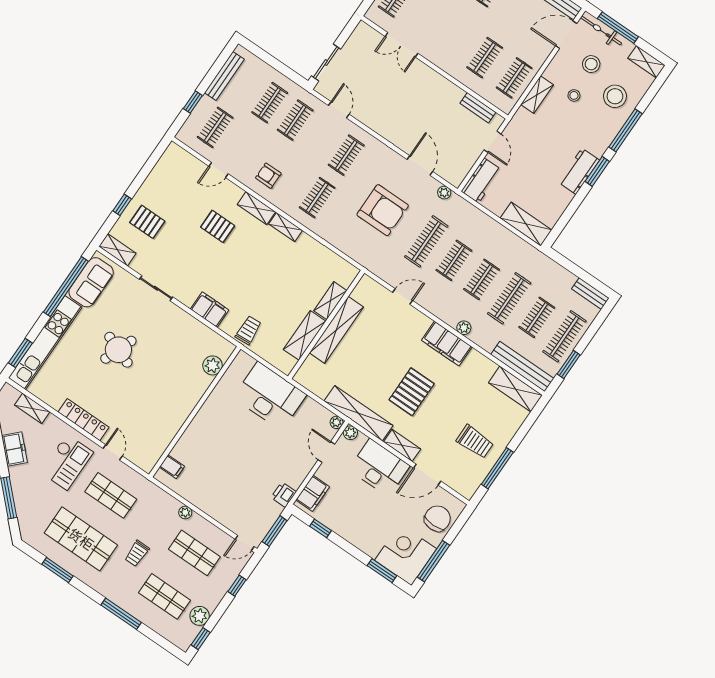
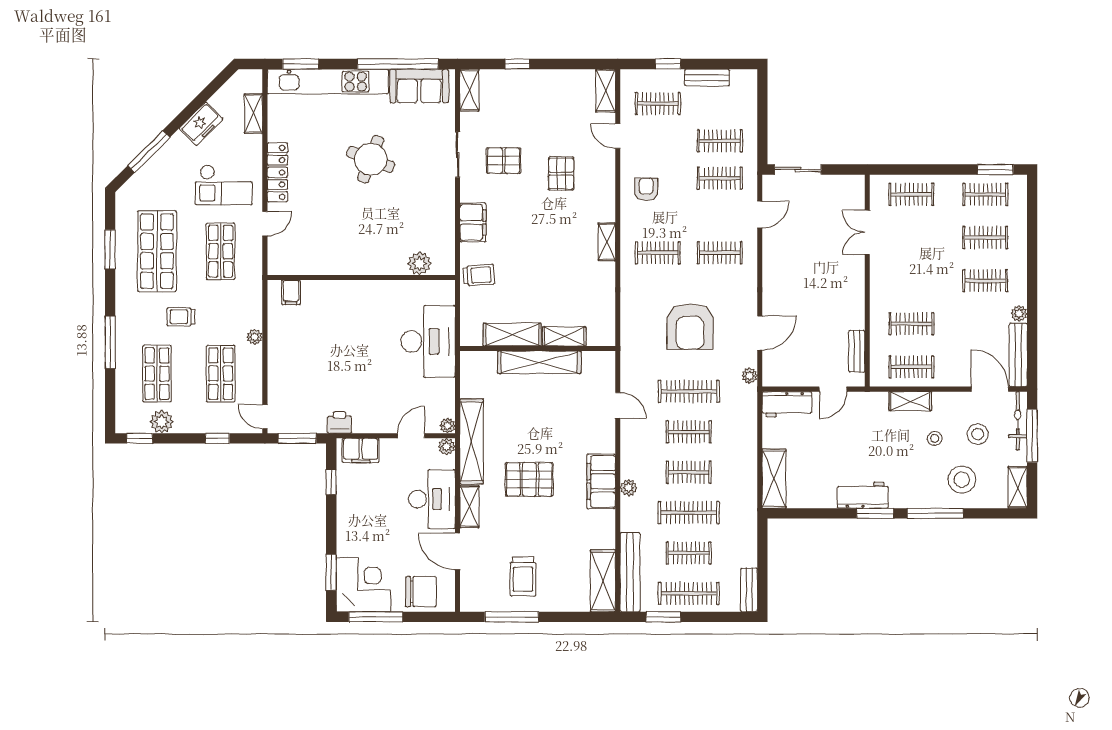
bench: (224, 76) -> (707, 78), width x0.73
shelving: (256, 208) -> (606, 91), moved
pallet: (147, 222) -> (504, 161), moved, turned 90

